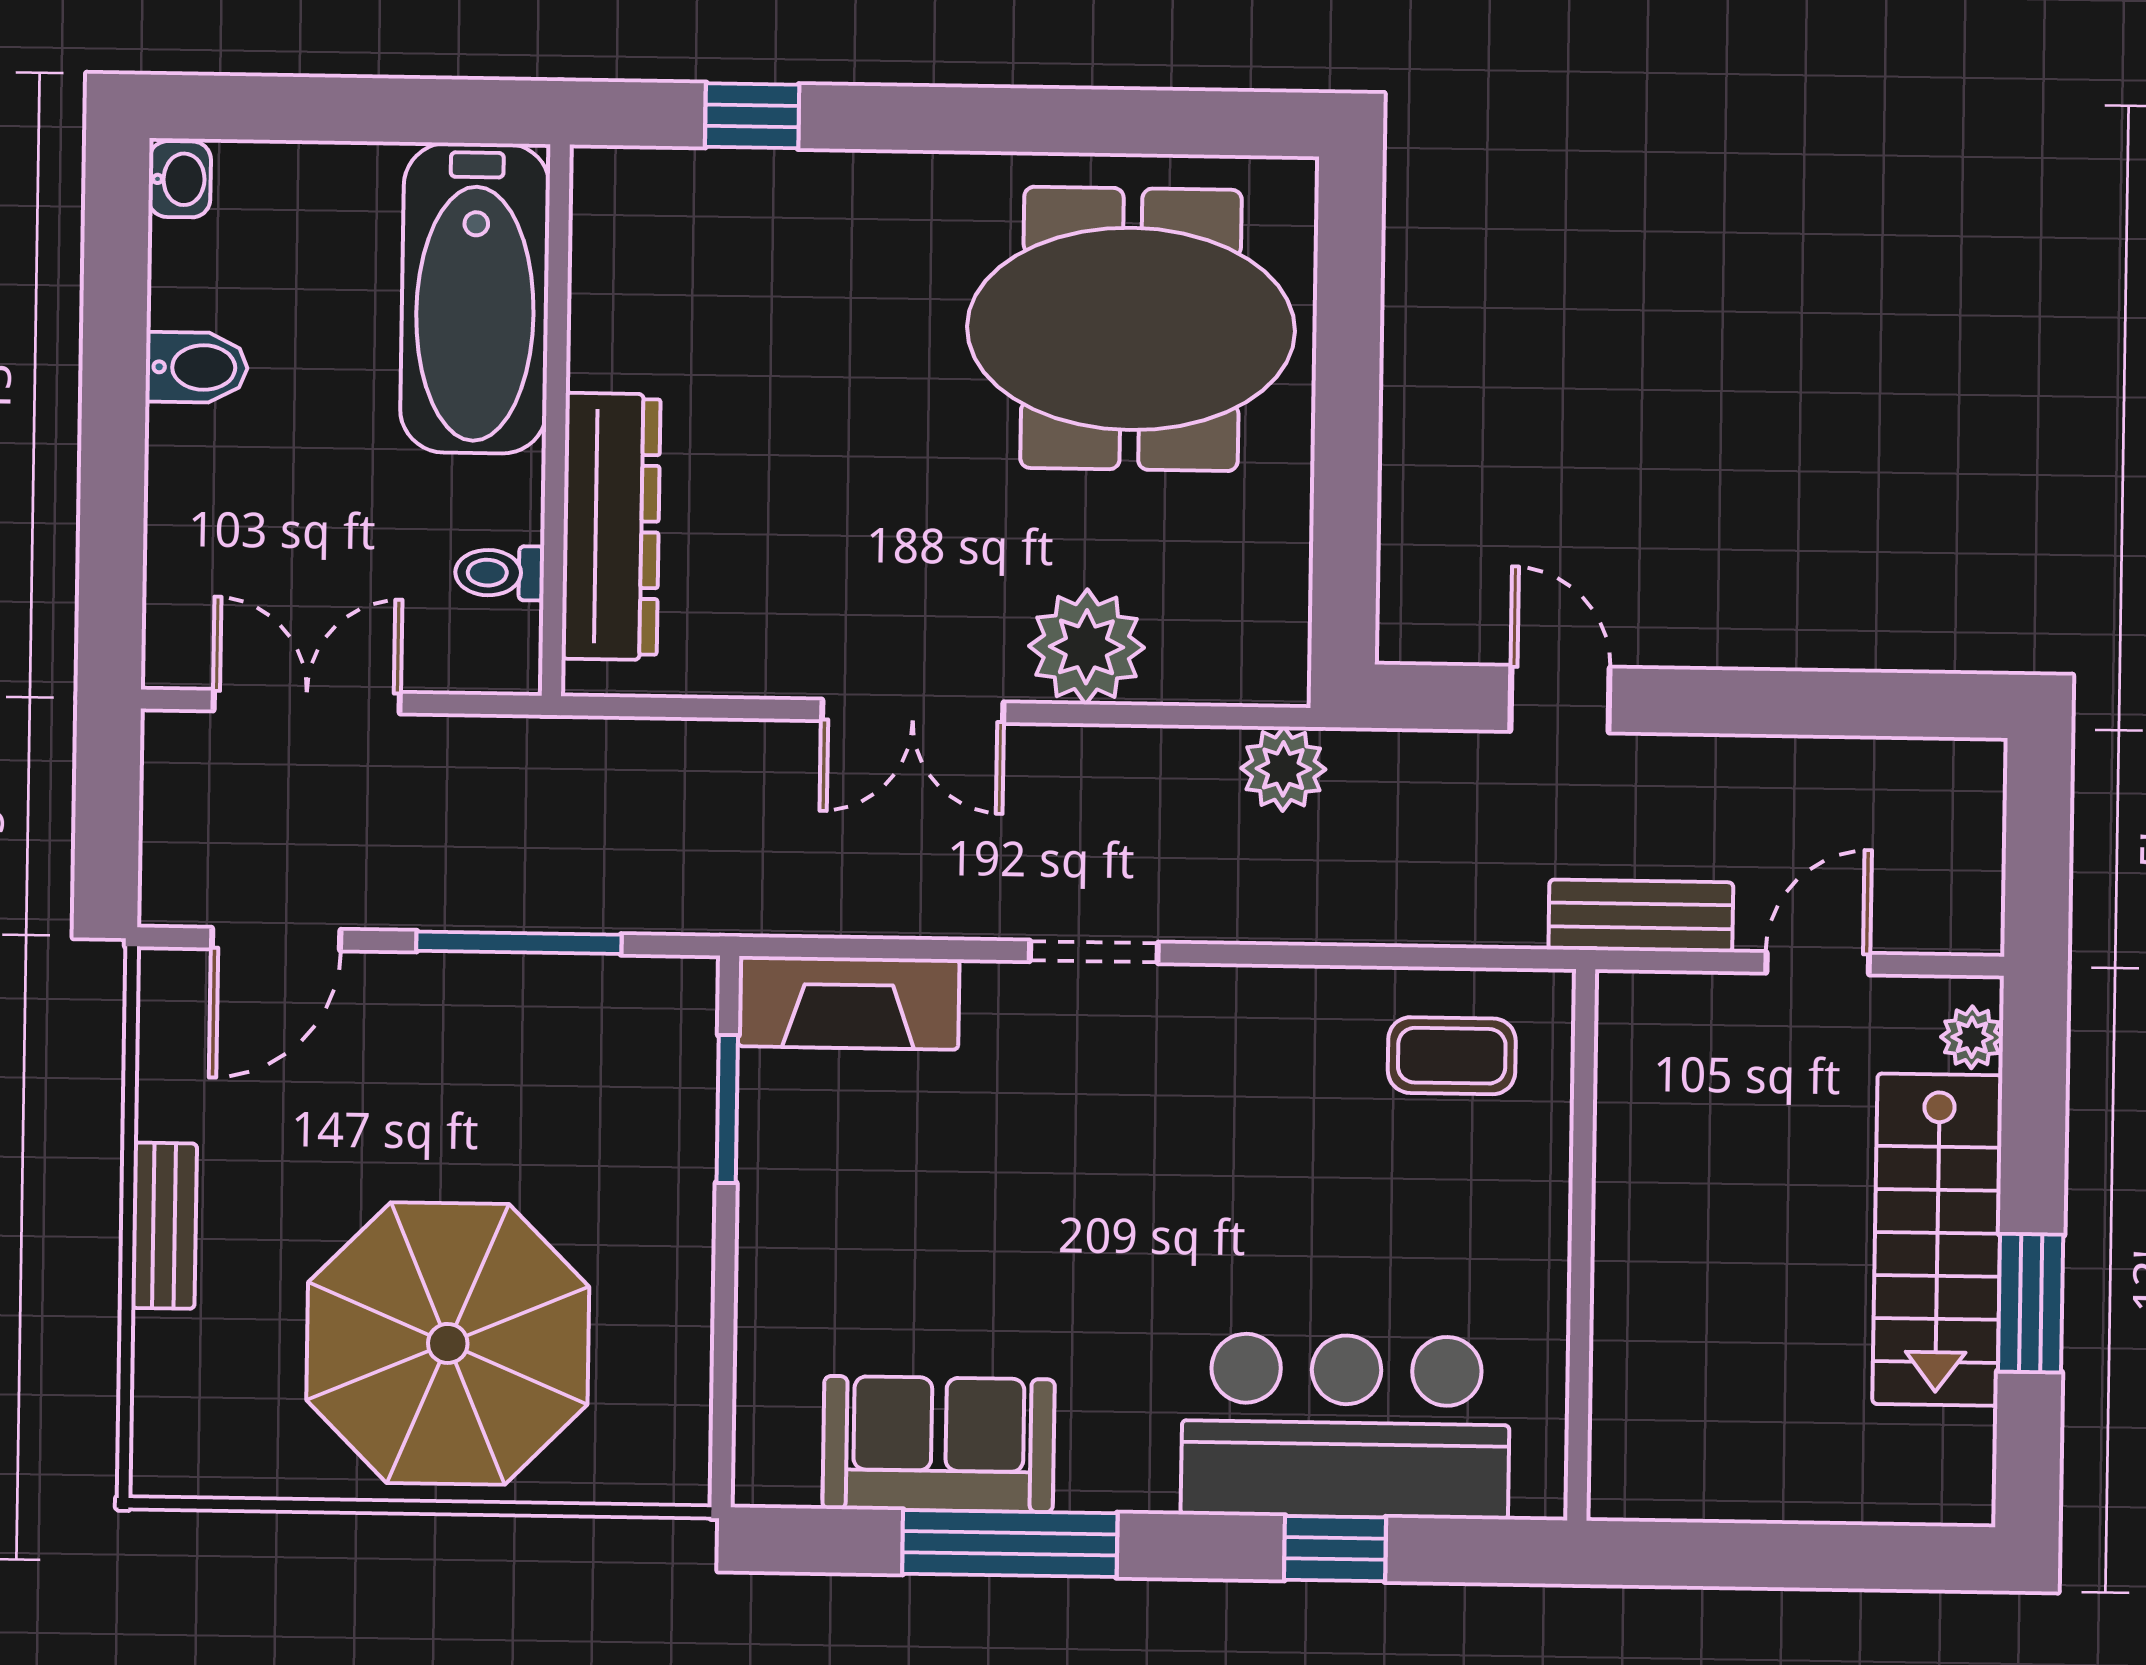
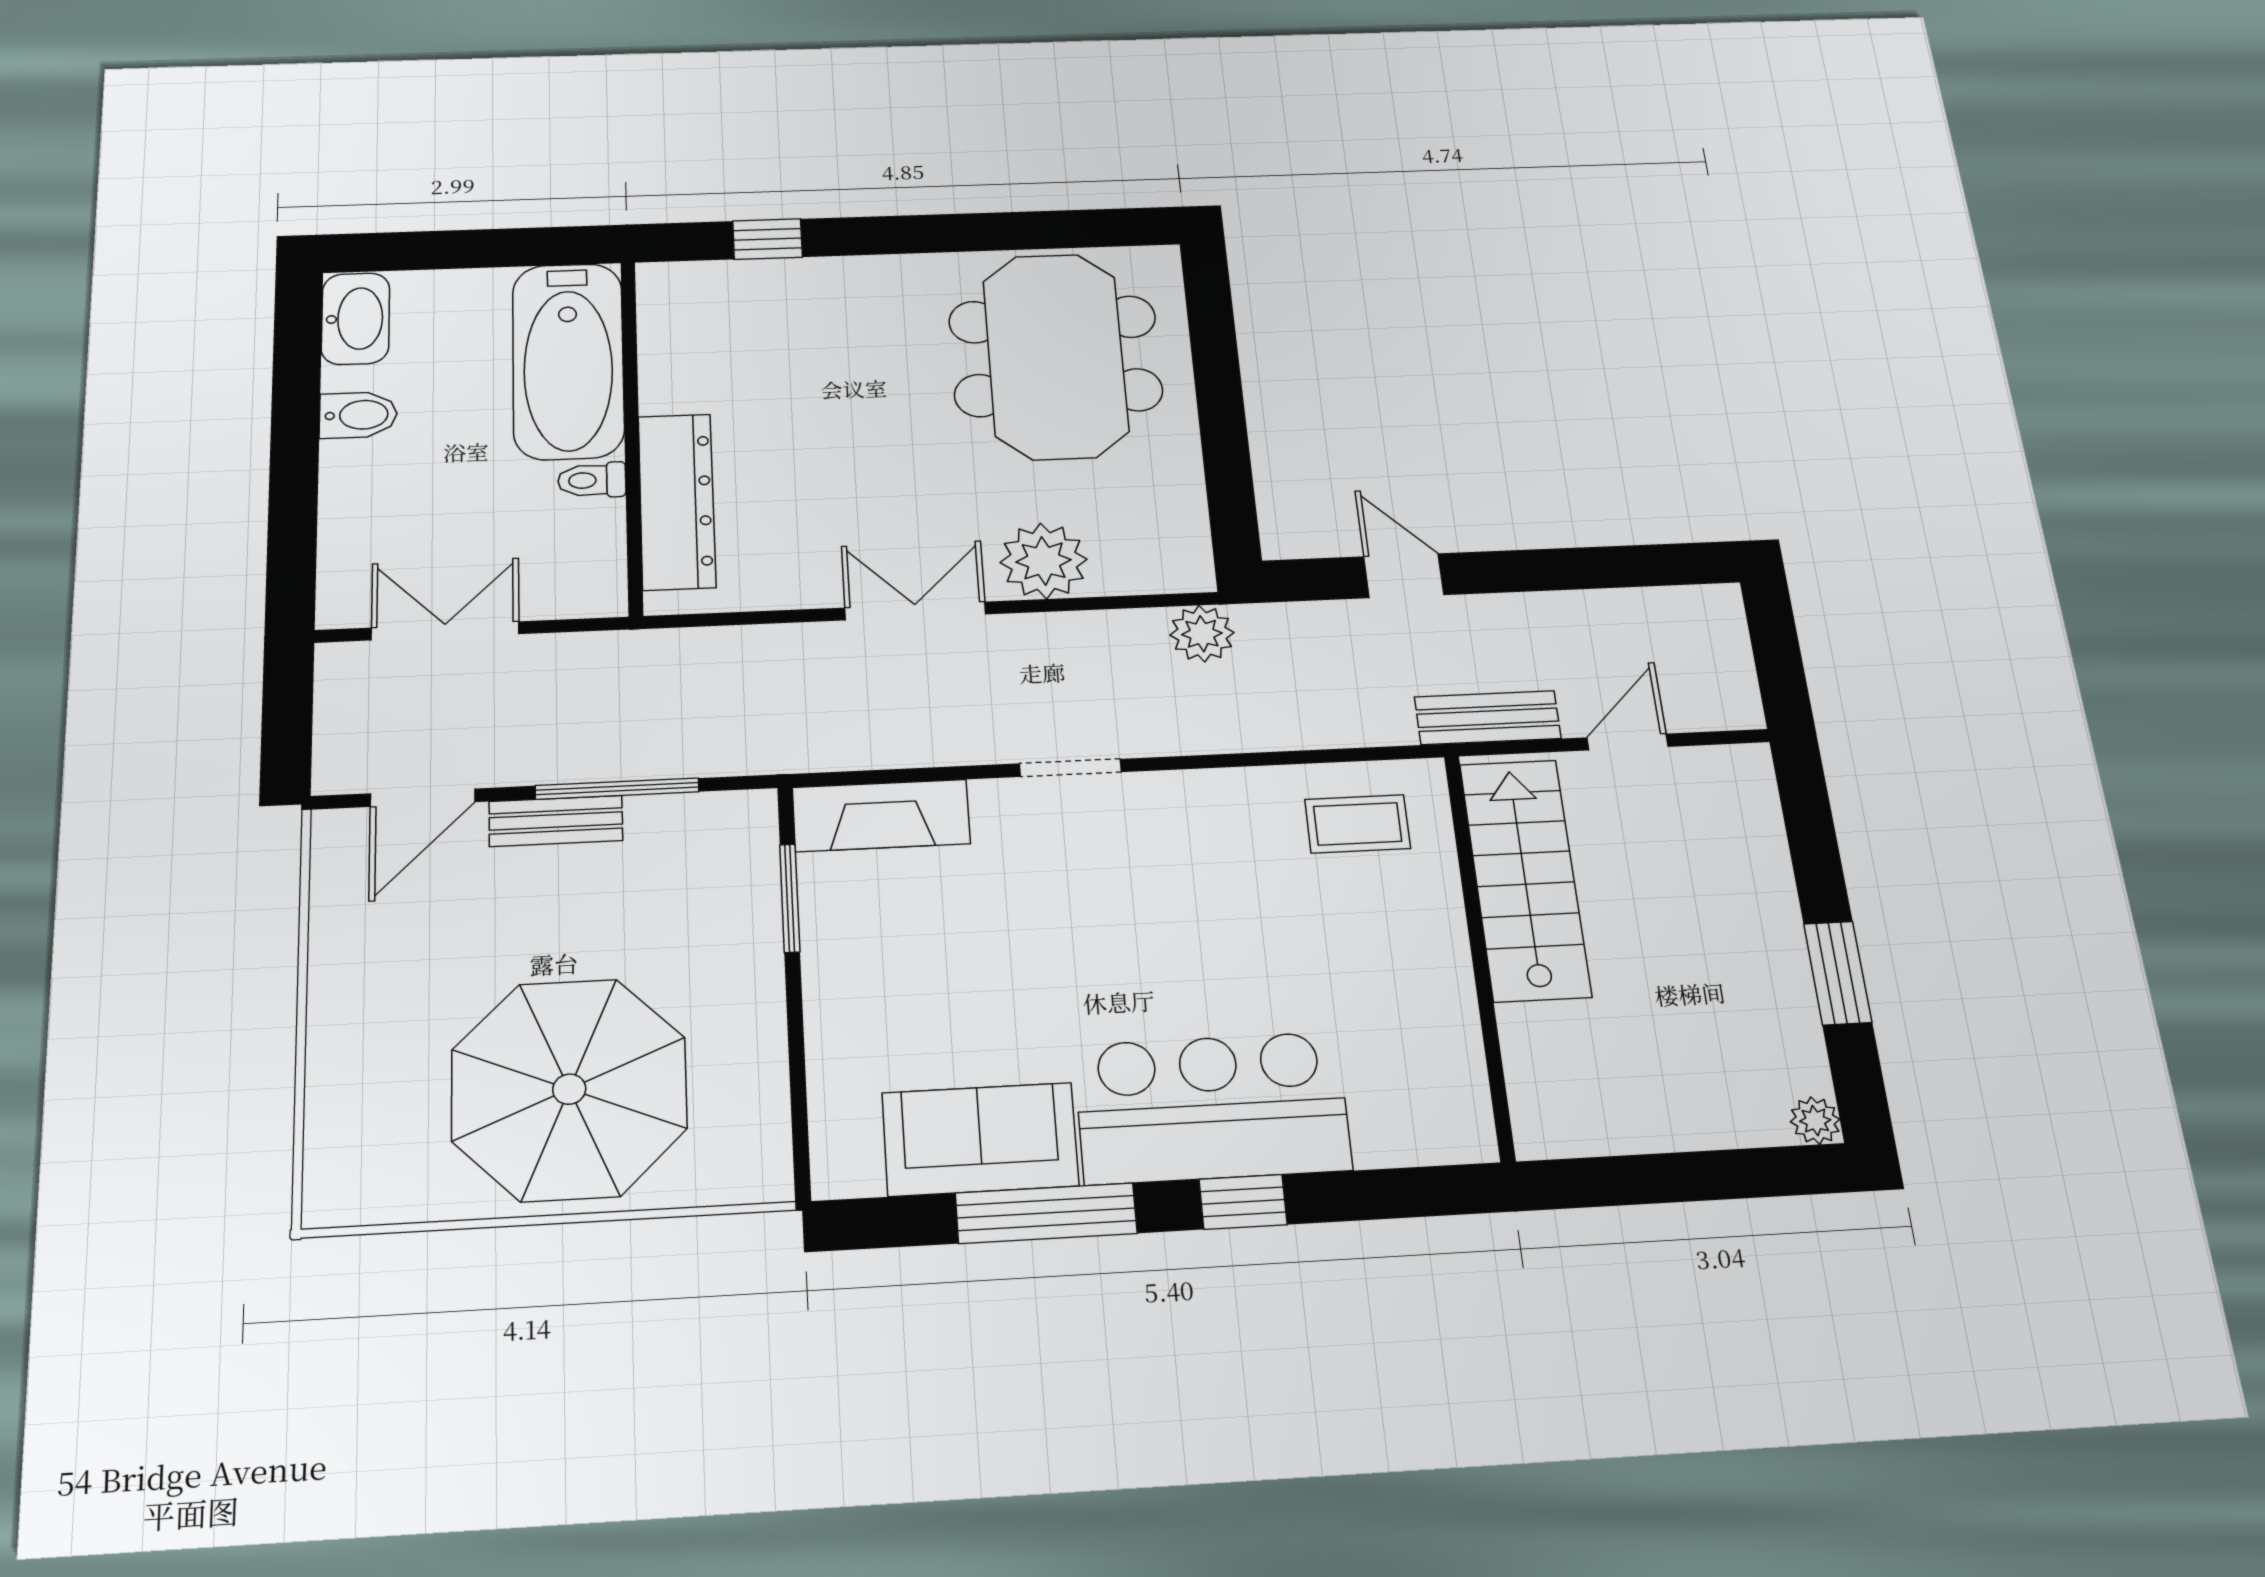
washbasin: (180, 179) -> (355, 319), width x1.91, depth x1.45
meeting table: (1131, 329) -> (1056, 356), turned 90
toilet: (500, 573) -> (592, 480), moved
double door: (913, 711) -> (915, 611), swing flipped
plant: (1972, 1037) -> (1815, 1121), moved
bench: (164, 1226) -> (556, 821), moved, turned 90
stairs: (1937, 1240) -> (1525, 879), moved, turned 180
bar counter: (1346, 1426) -> (1212, 1108), moved
window: (1335, 1549) -> (1243, 1202), moved

